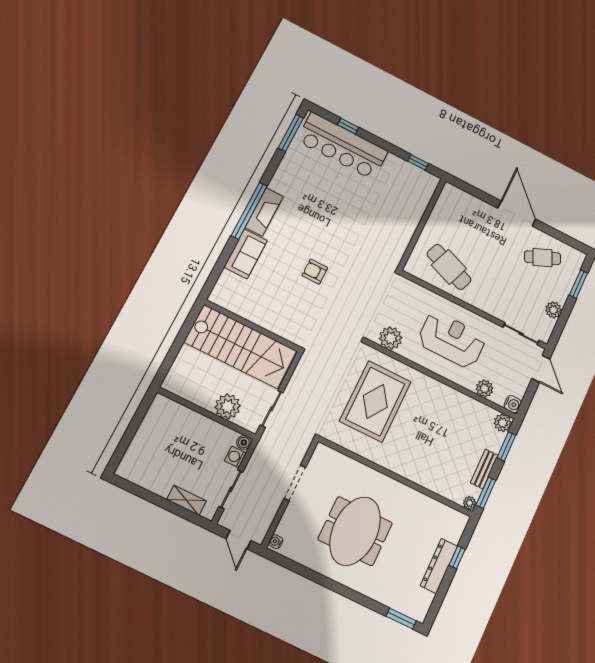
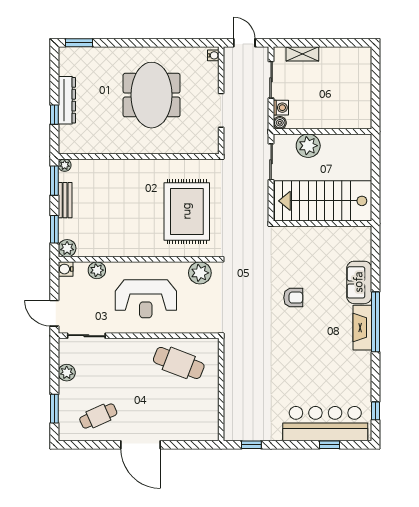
window: (291, 133) -> (375, 411), width x0.46

